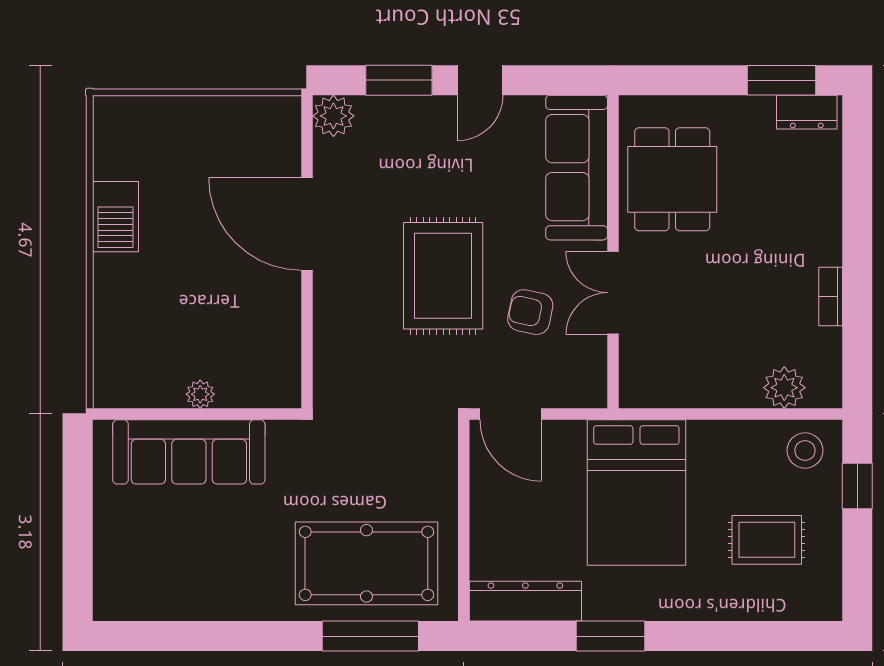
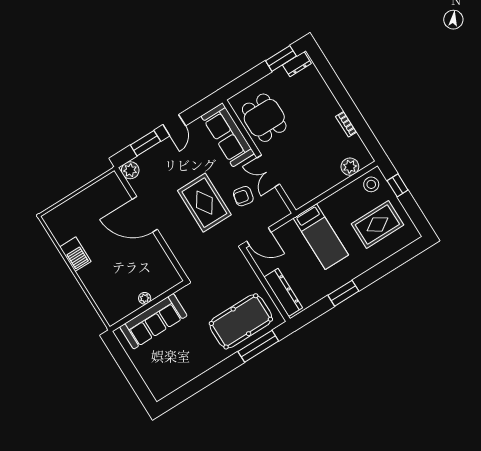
bed: (636, 493) -> (321, 237), width x0.67
rug: (767, 540) -> (377, 224), width x1.36, depth x1.43
dresser: (525, 601) -> (283, 292), moved, turned 90

